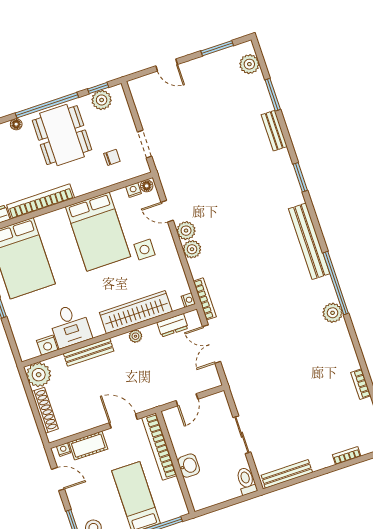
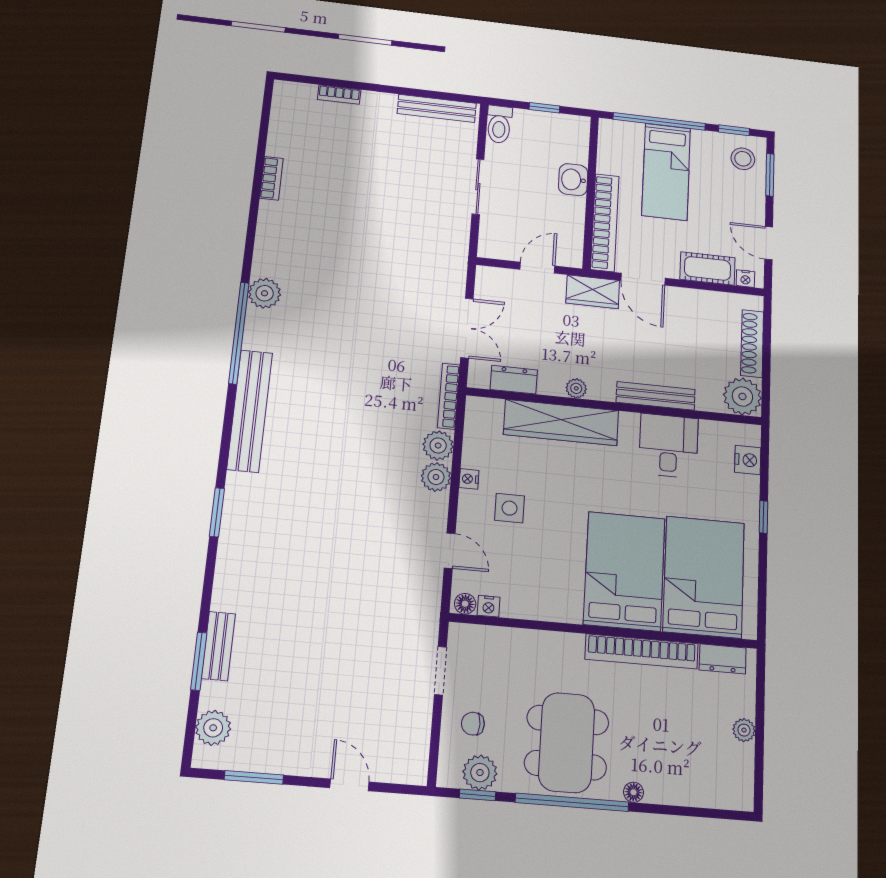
bench: (274, 131) -> (218, 646), moved
chair: (112, 157) -> (473, 724), moved
plant: (186, 231) -> (438, 445), moved
bed: (98, 232) -> (624, 571), moved
nightstand: (188, 300) -> (469, 479), moved
nightstand: (47, 345) -> (748, 460), moved, turned 90
wardrobe: (149, 400) -> (593, 292), added
window: (224, 505) -> (544, 108), added

